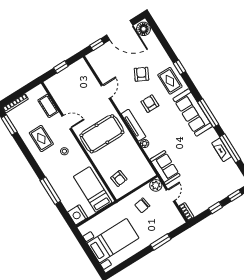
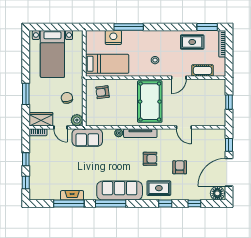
window: (164, 43) -> (194, 204), added
armchair: (141, 74) -> (180, 167), turned -117
rug: (41, 138) -> (192, 42), moved
nightstand: (78, 215) -> (113, 37), moved
wardrobe: (174, 216) -> (41, 119), added

